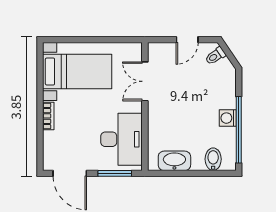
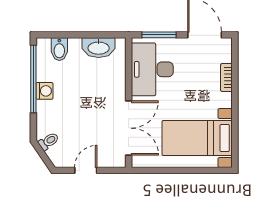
toilet: (215, 56) -> (49, 141), moved
double door: (145, 81) -> (129, 128), width x1.37
bookcase: (48, 116) -> (226, 78), moved

